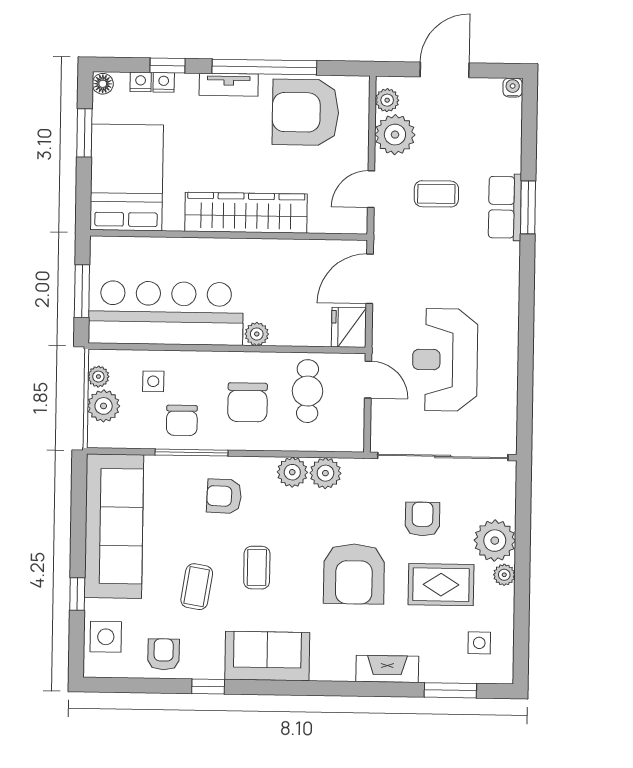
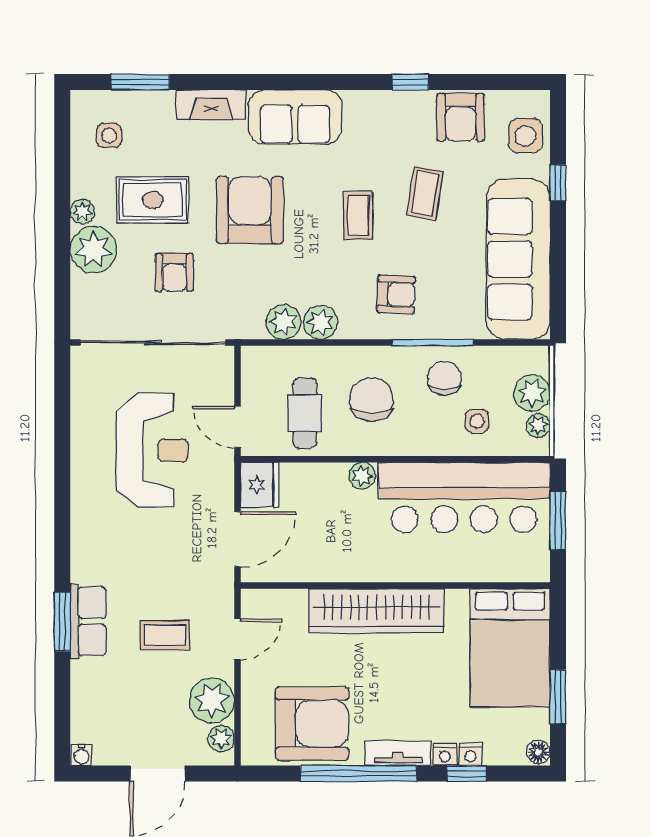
nightstand: (141, 82) -> (445, 755), moved
armchair: (164, 654) -> (461, 117), width x1.38, depth x1.38
sofa: (267, 656) -> (295, 117), moved

